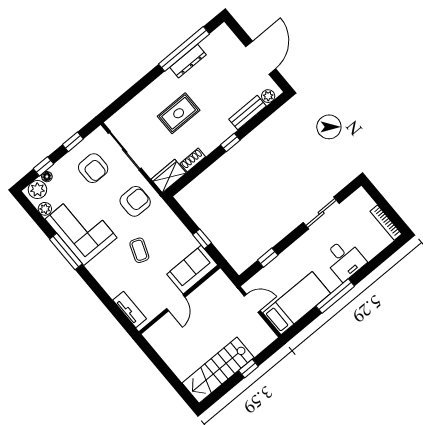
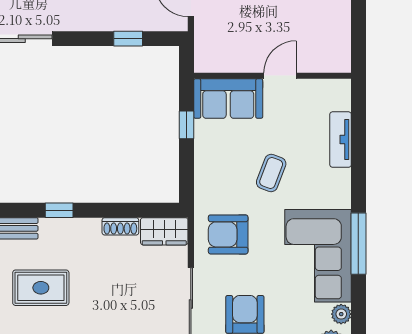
rug: (179, 113) -> (41, 288), moved
tv unit: (130, 309) -> (341, 140), moved

